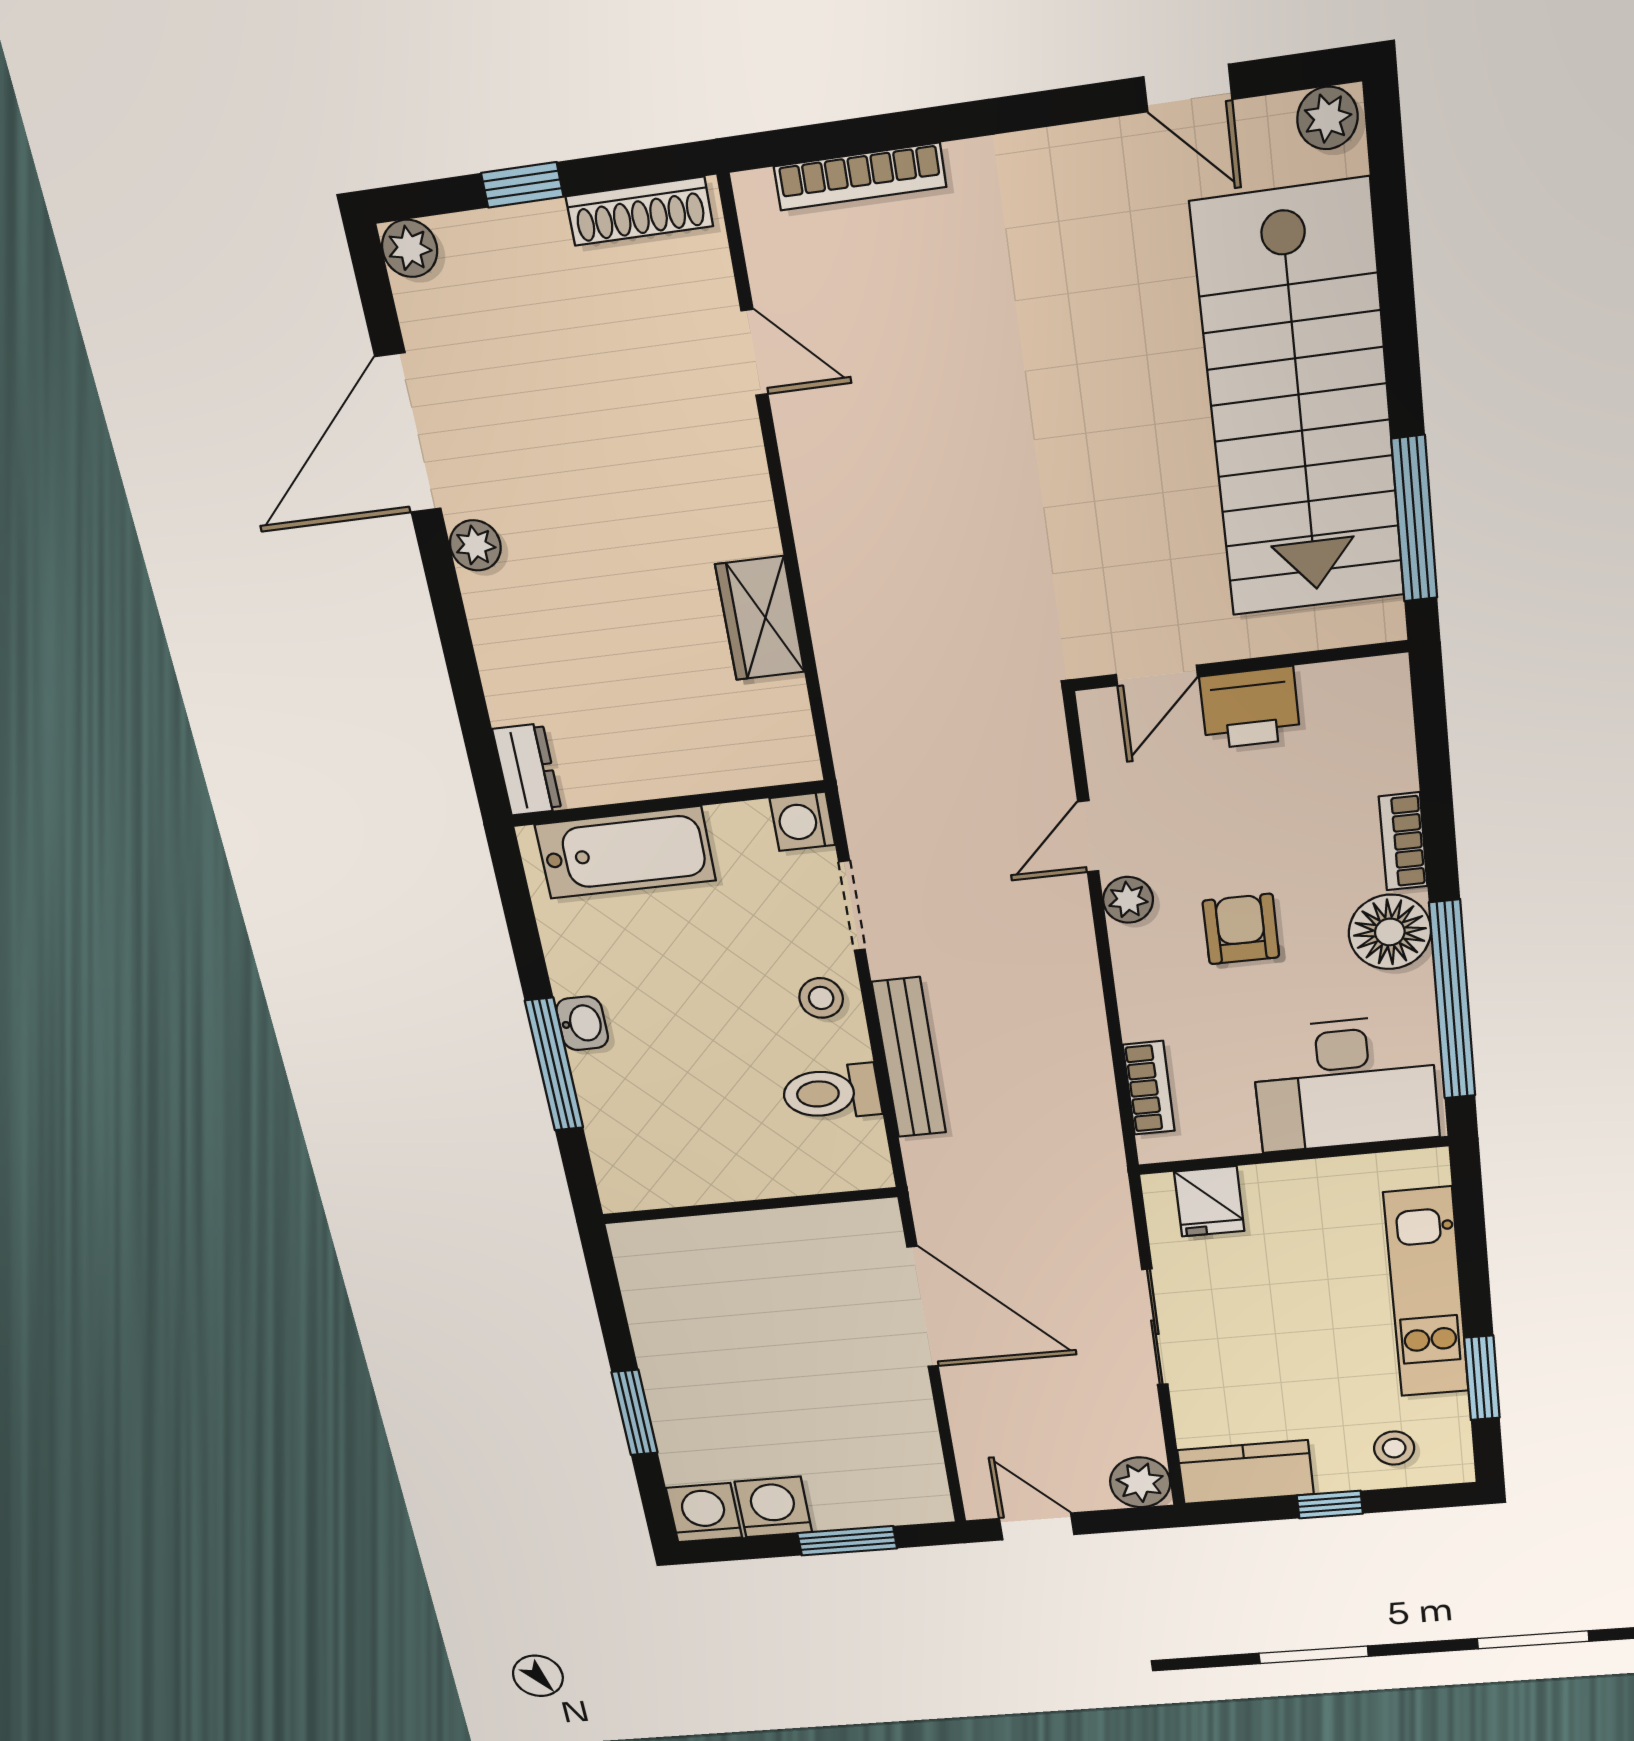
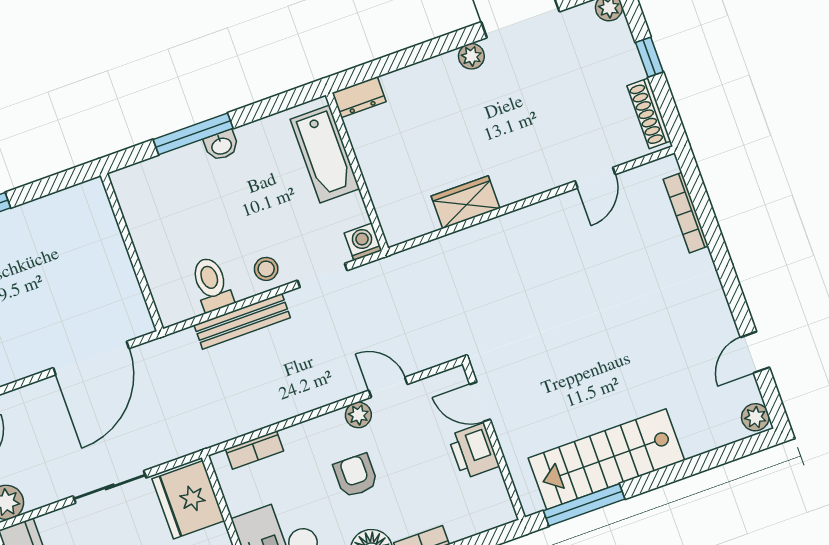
stairs: (1299, 403) -> (606, 459), width x0.73, depth x0.66
armchair: (1241, 929) -> (356, 475), turned -90
fridge: (1209, 1201) -> (188, 500), width x1.88, depth x1.34

